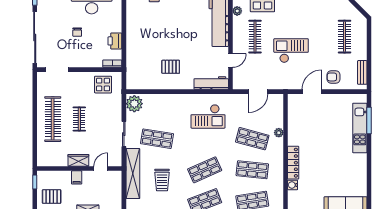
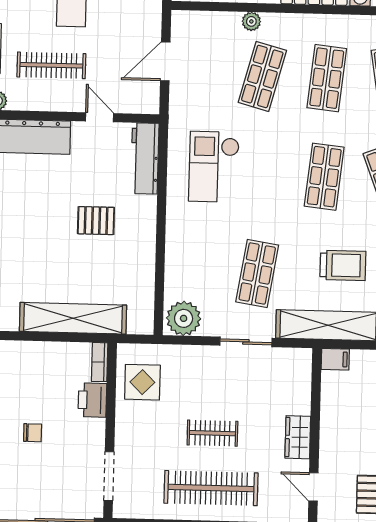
printer: (115, 41) -> (92, 400), moved, turned 90
shelving: (133, 50) -> (73, 318), added
pallet: (171, 67) -> (96, 221), moved, turned 90
door: (258, 92) -> (165, 61), swing flipped
checkout: (208, 116) -> (214, 167), turned 180
door: (101, 169) -> (313, 487), moved
shop shelf: (205, 170) -> (324, 177), turned 30
filing cabinet: (77, 177) -> (335, 359), moved

